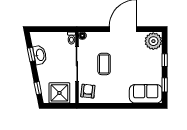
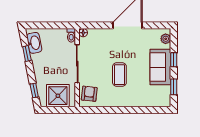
plant: (153, 41) -> (166, 39), width x0.53, depth x0.53
washbasin: (40, 55) -> (34, 43), moved
coffee table: (104, 64) -> (119, 75), moved
sofa: (146, 94) -> (160, 67), moved, turned -90

